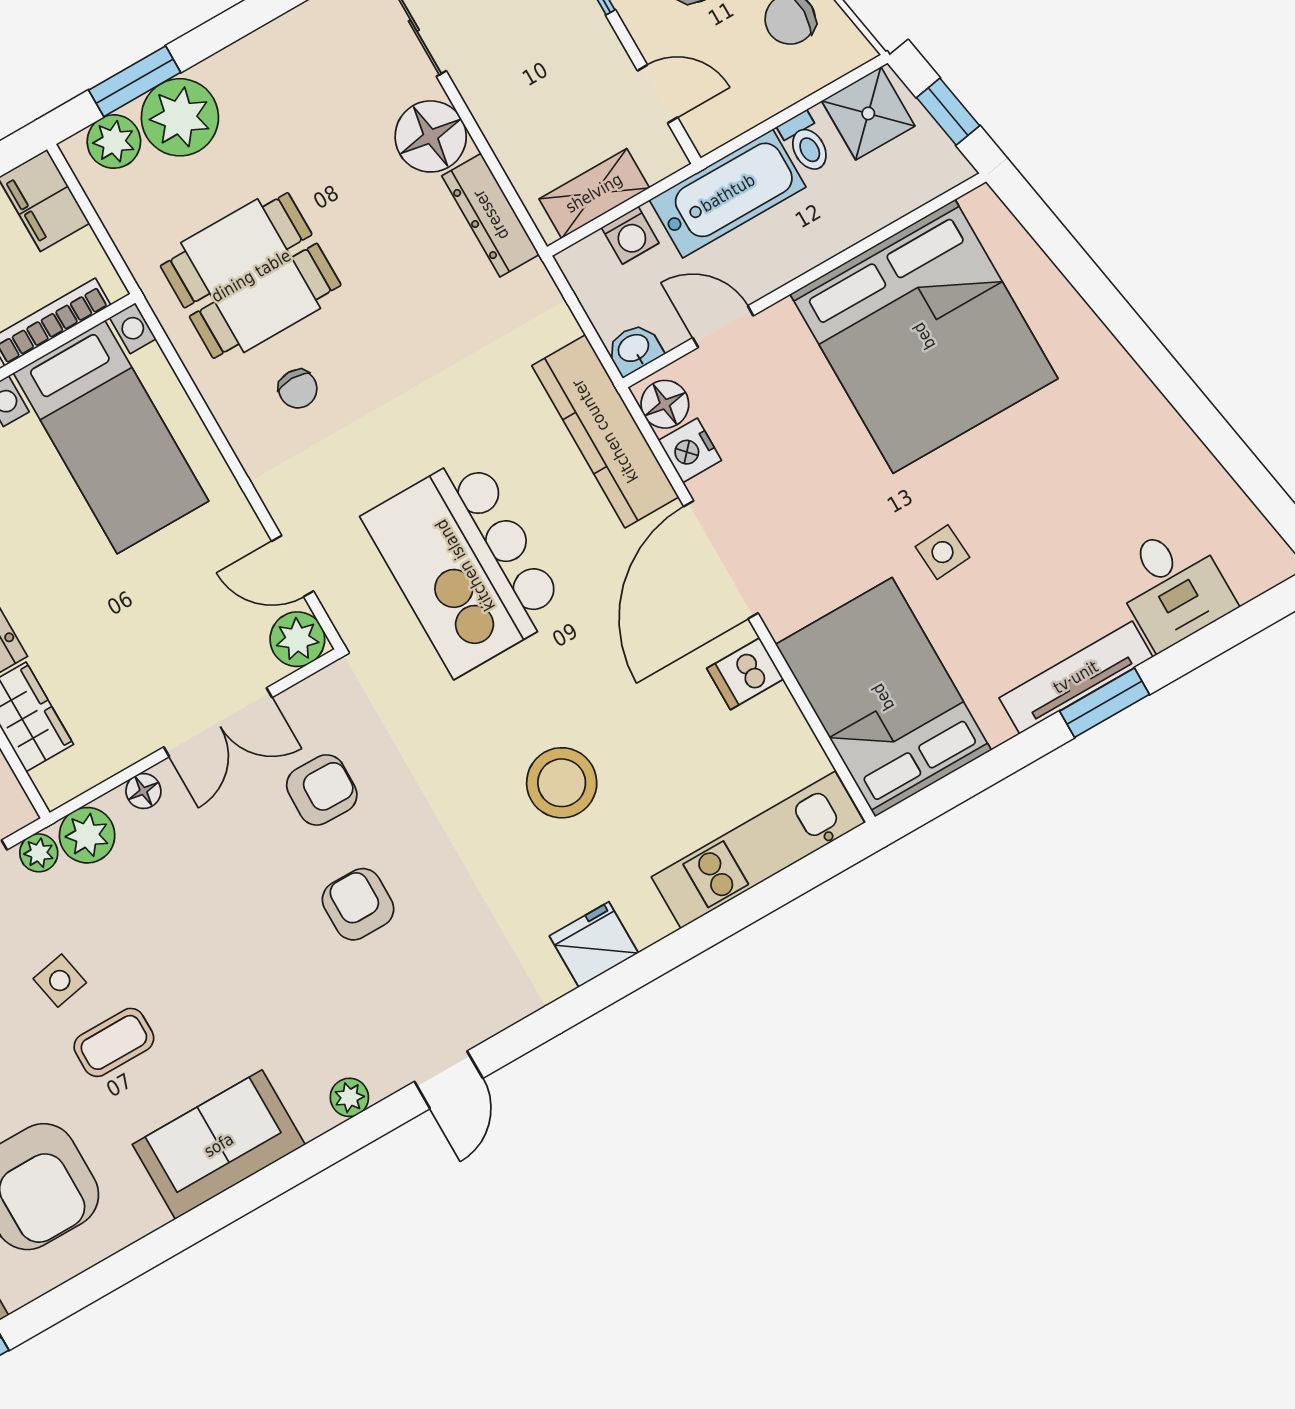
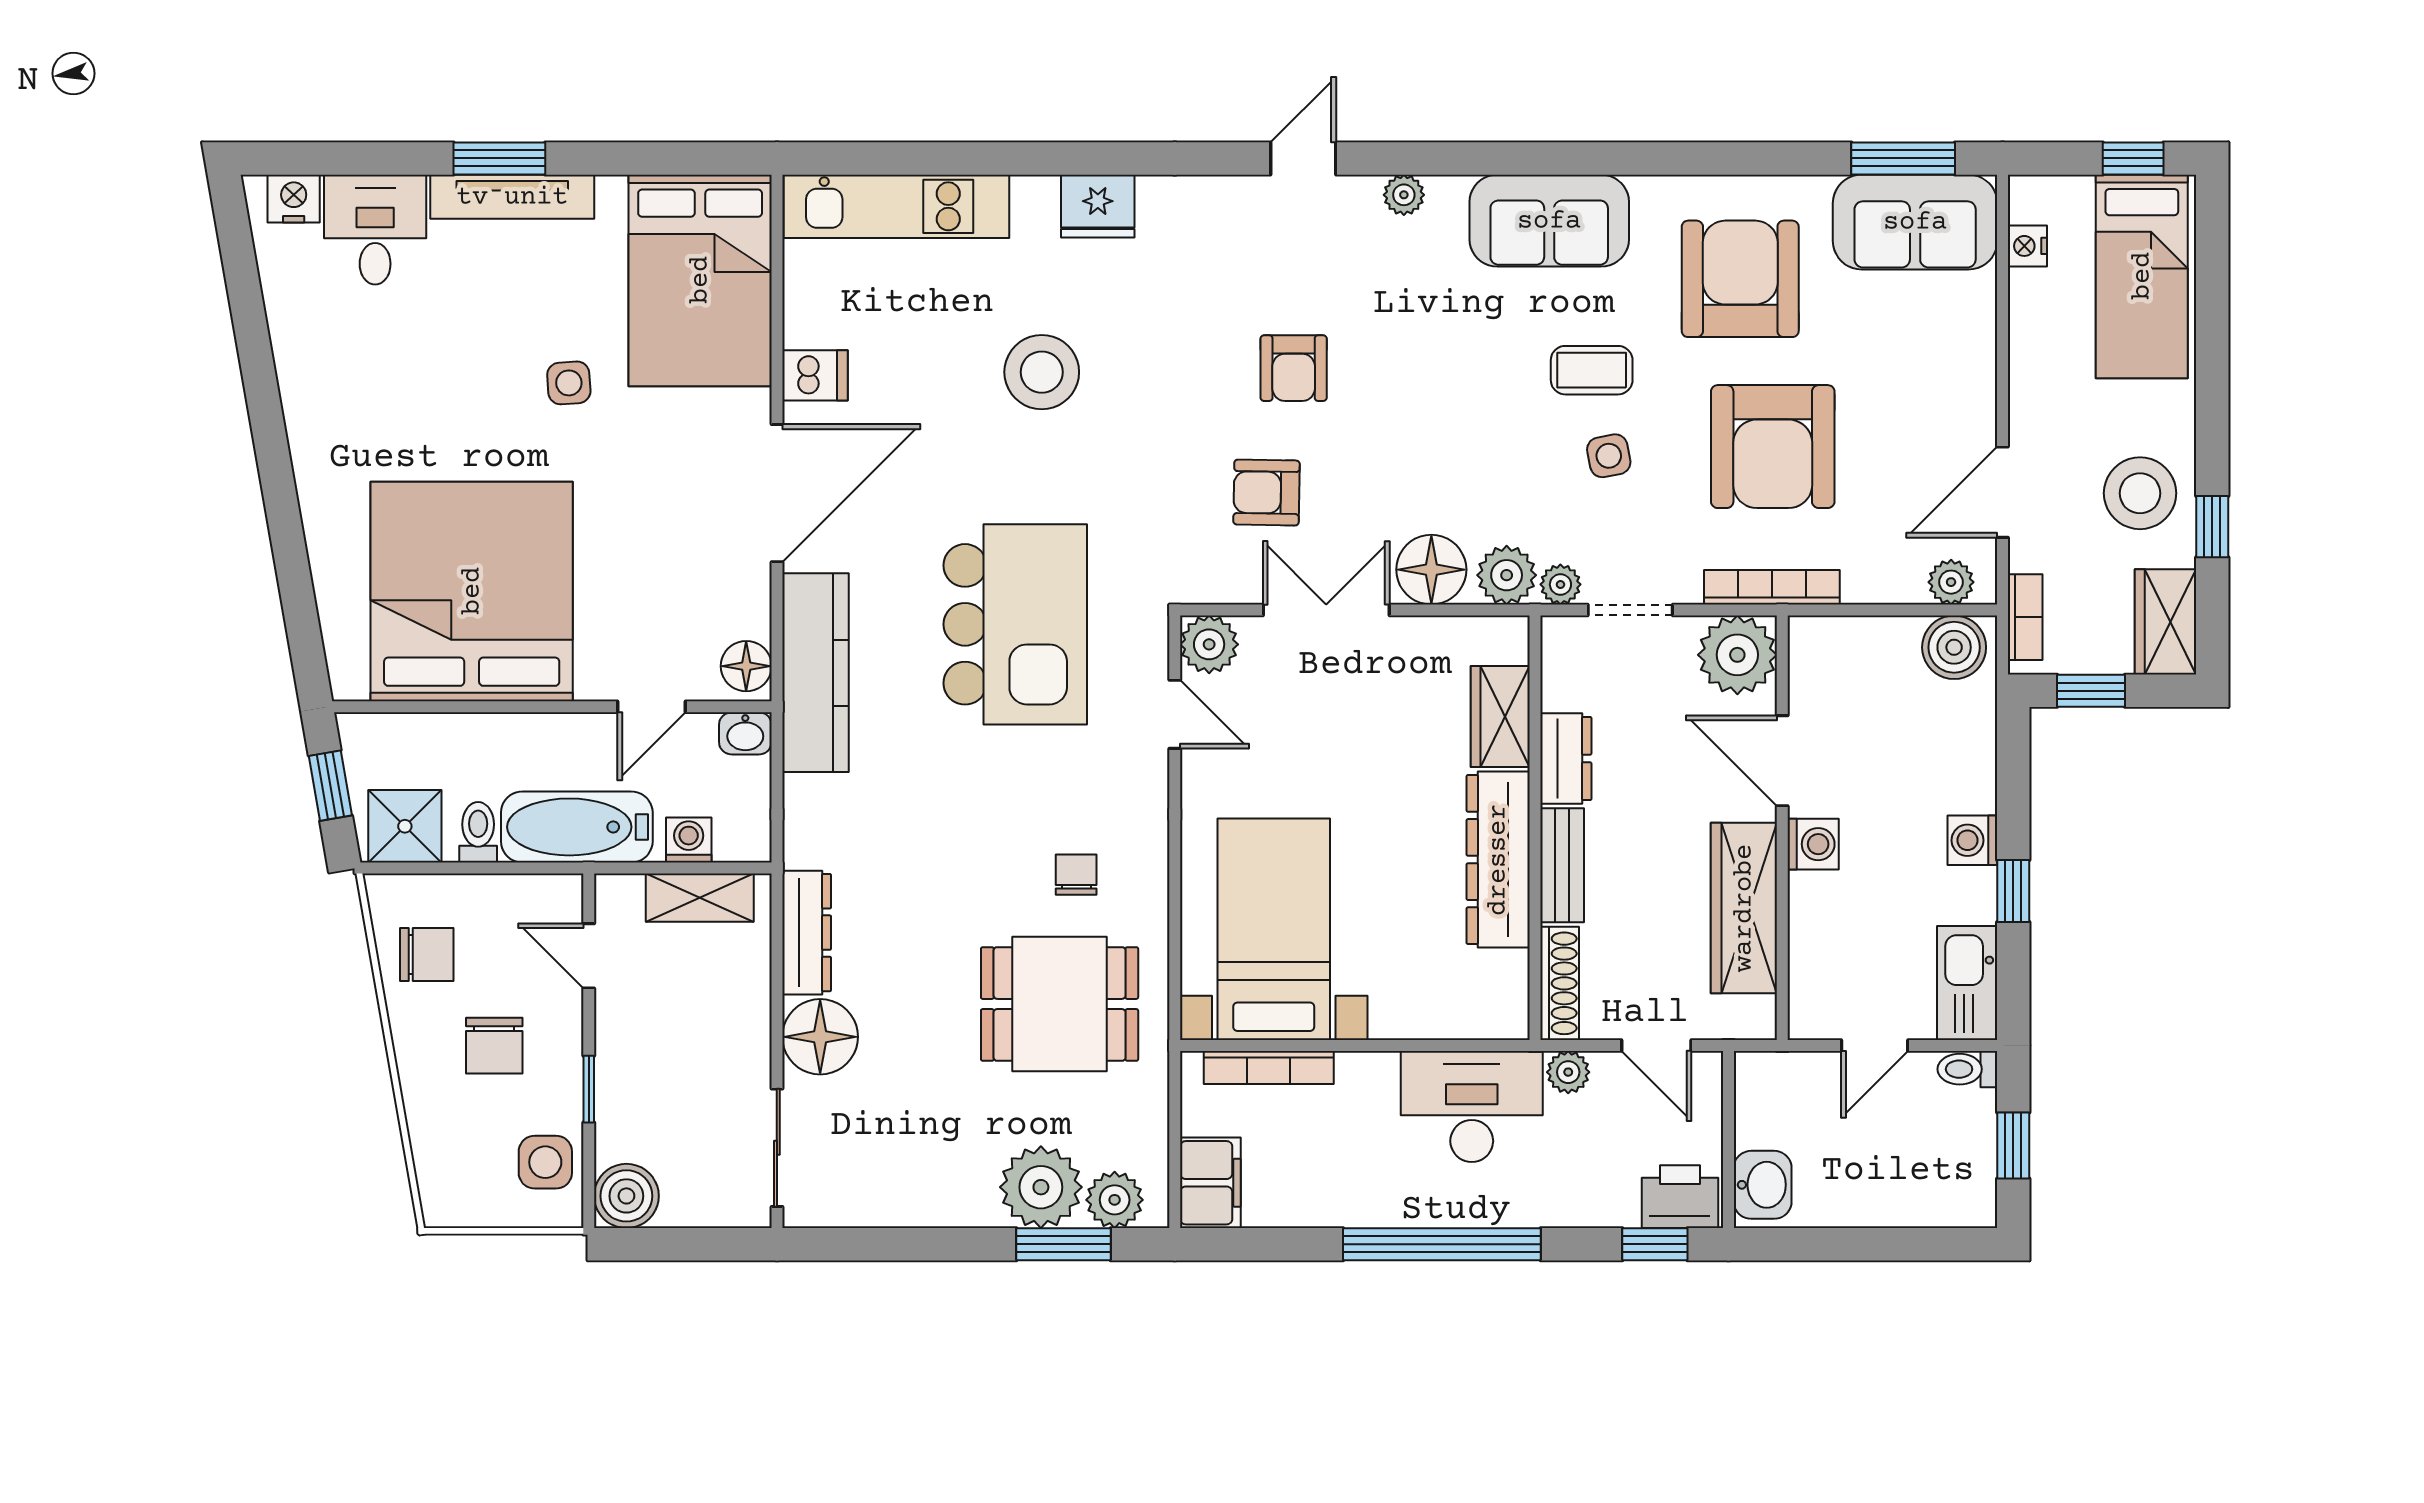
door: (723, 327) -> (652, 707), hinge flipped
nightstand: (690, 450) -> (294, 199), moved, turned -90
floor lamp: (143, 791) -> (1431, 570), width x1.89, depth x1.89

